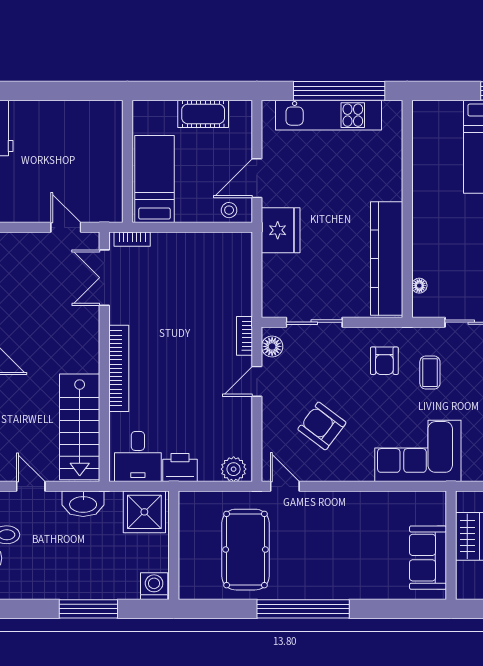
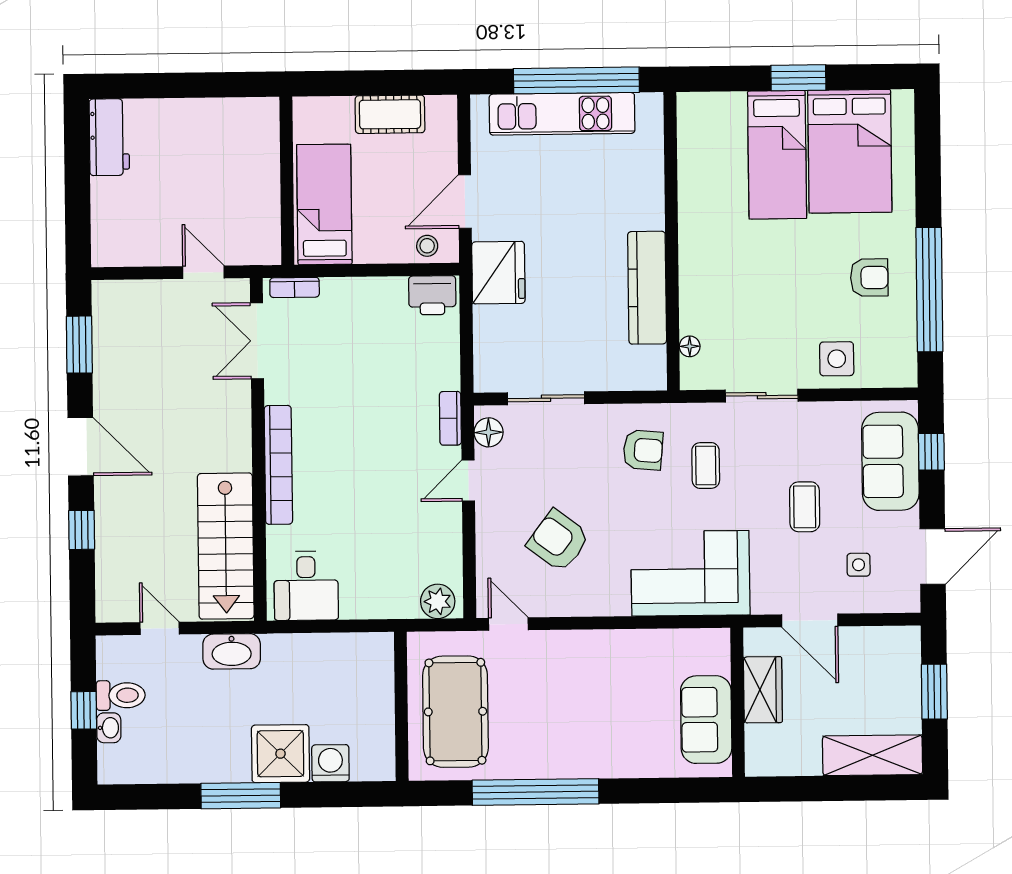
kitchen counter: (387, 259) -> (647, 288), width x0.72, depth x0.86
armchair: (384, 361) -> (643, 450), turned -85
printer: (180, 468) -> (432, 295), moved, turned 180
shower: (144, 512) -> (280, 754), moved
wall: (174, 545) -> (401, 706), moved

